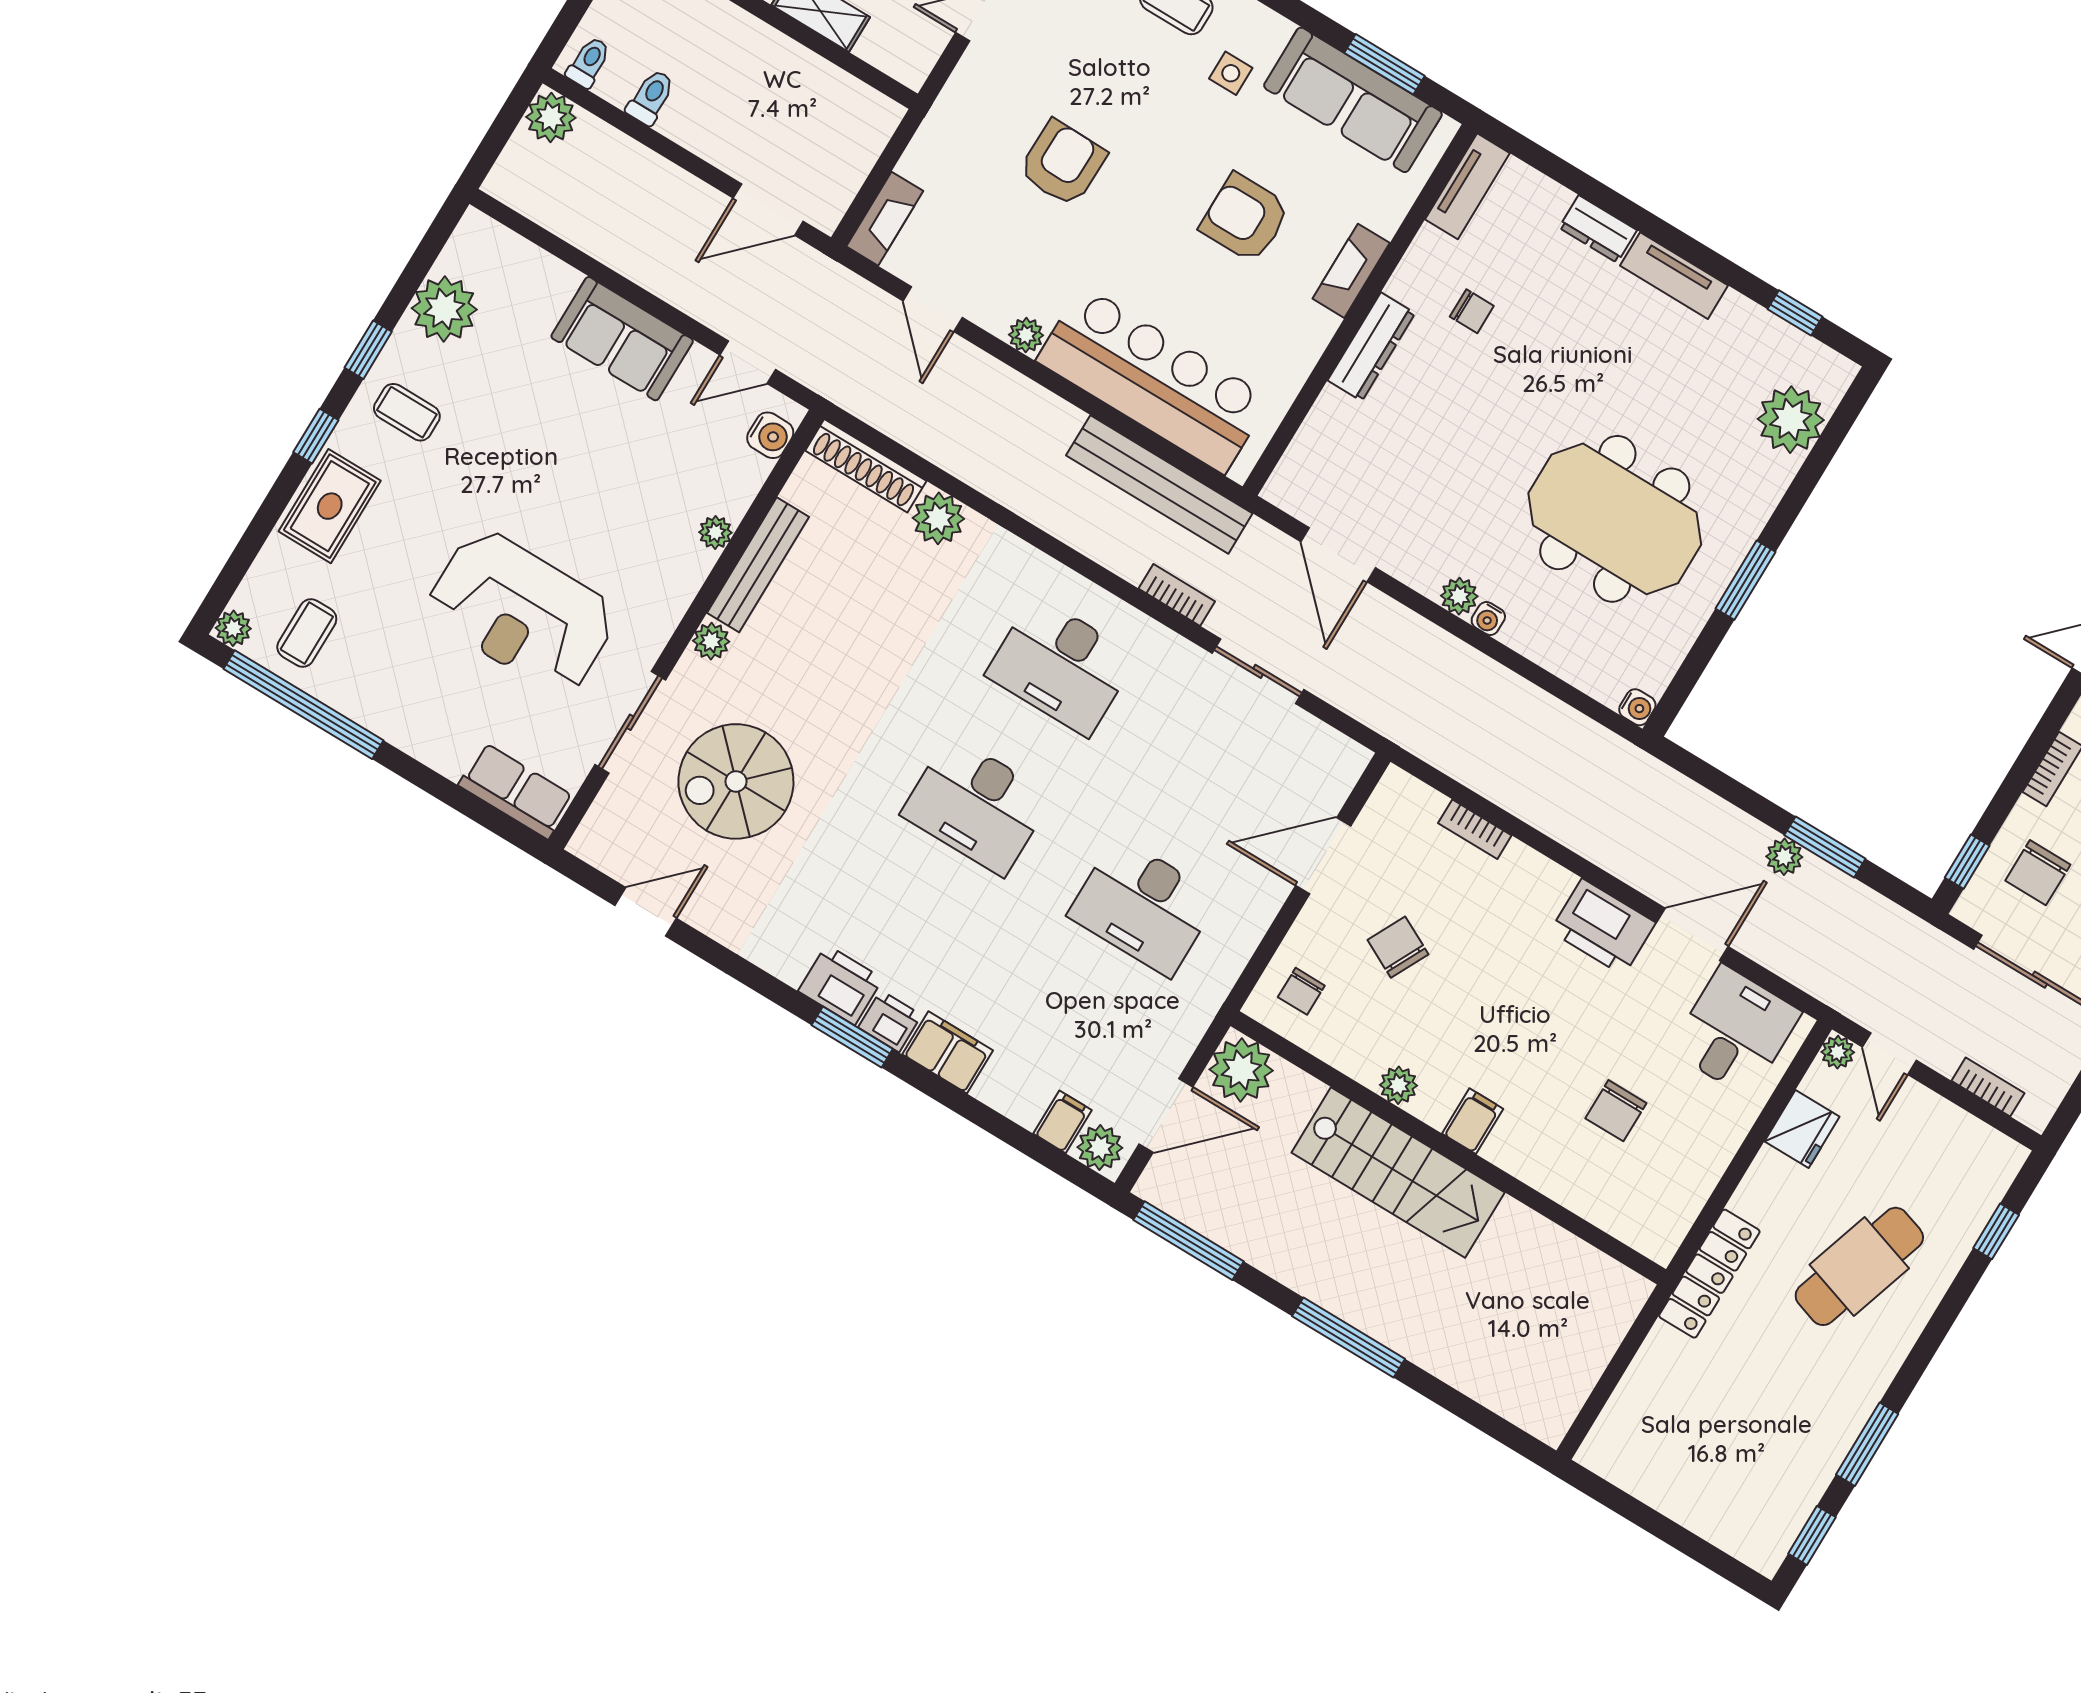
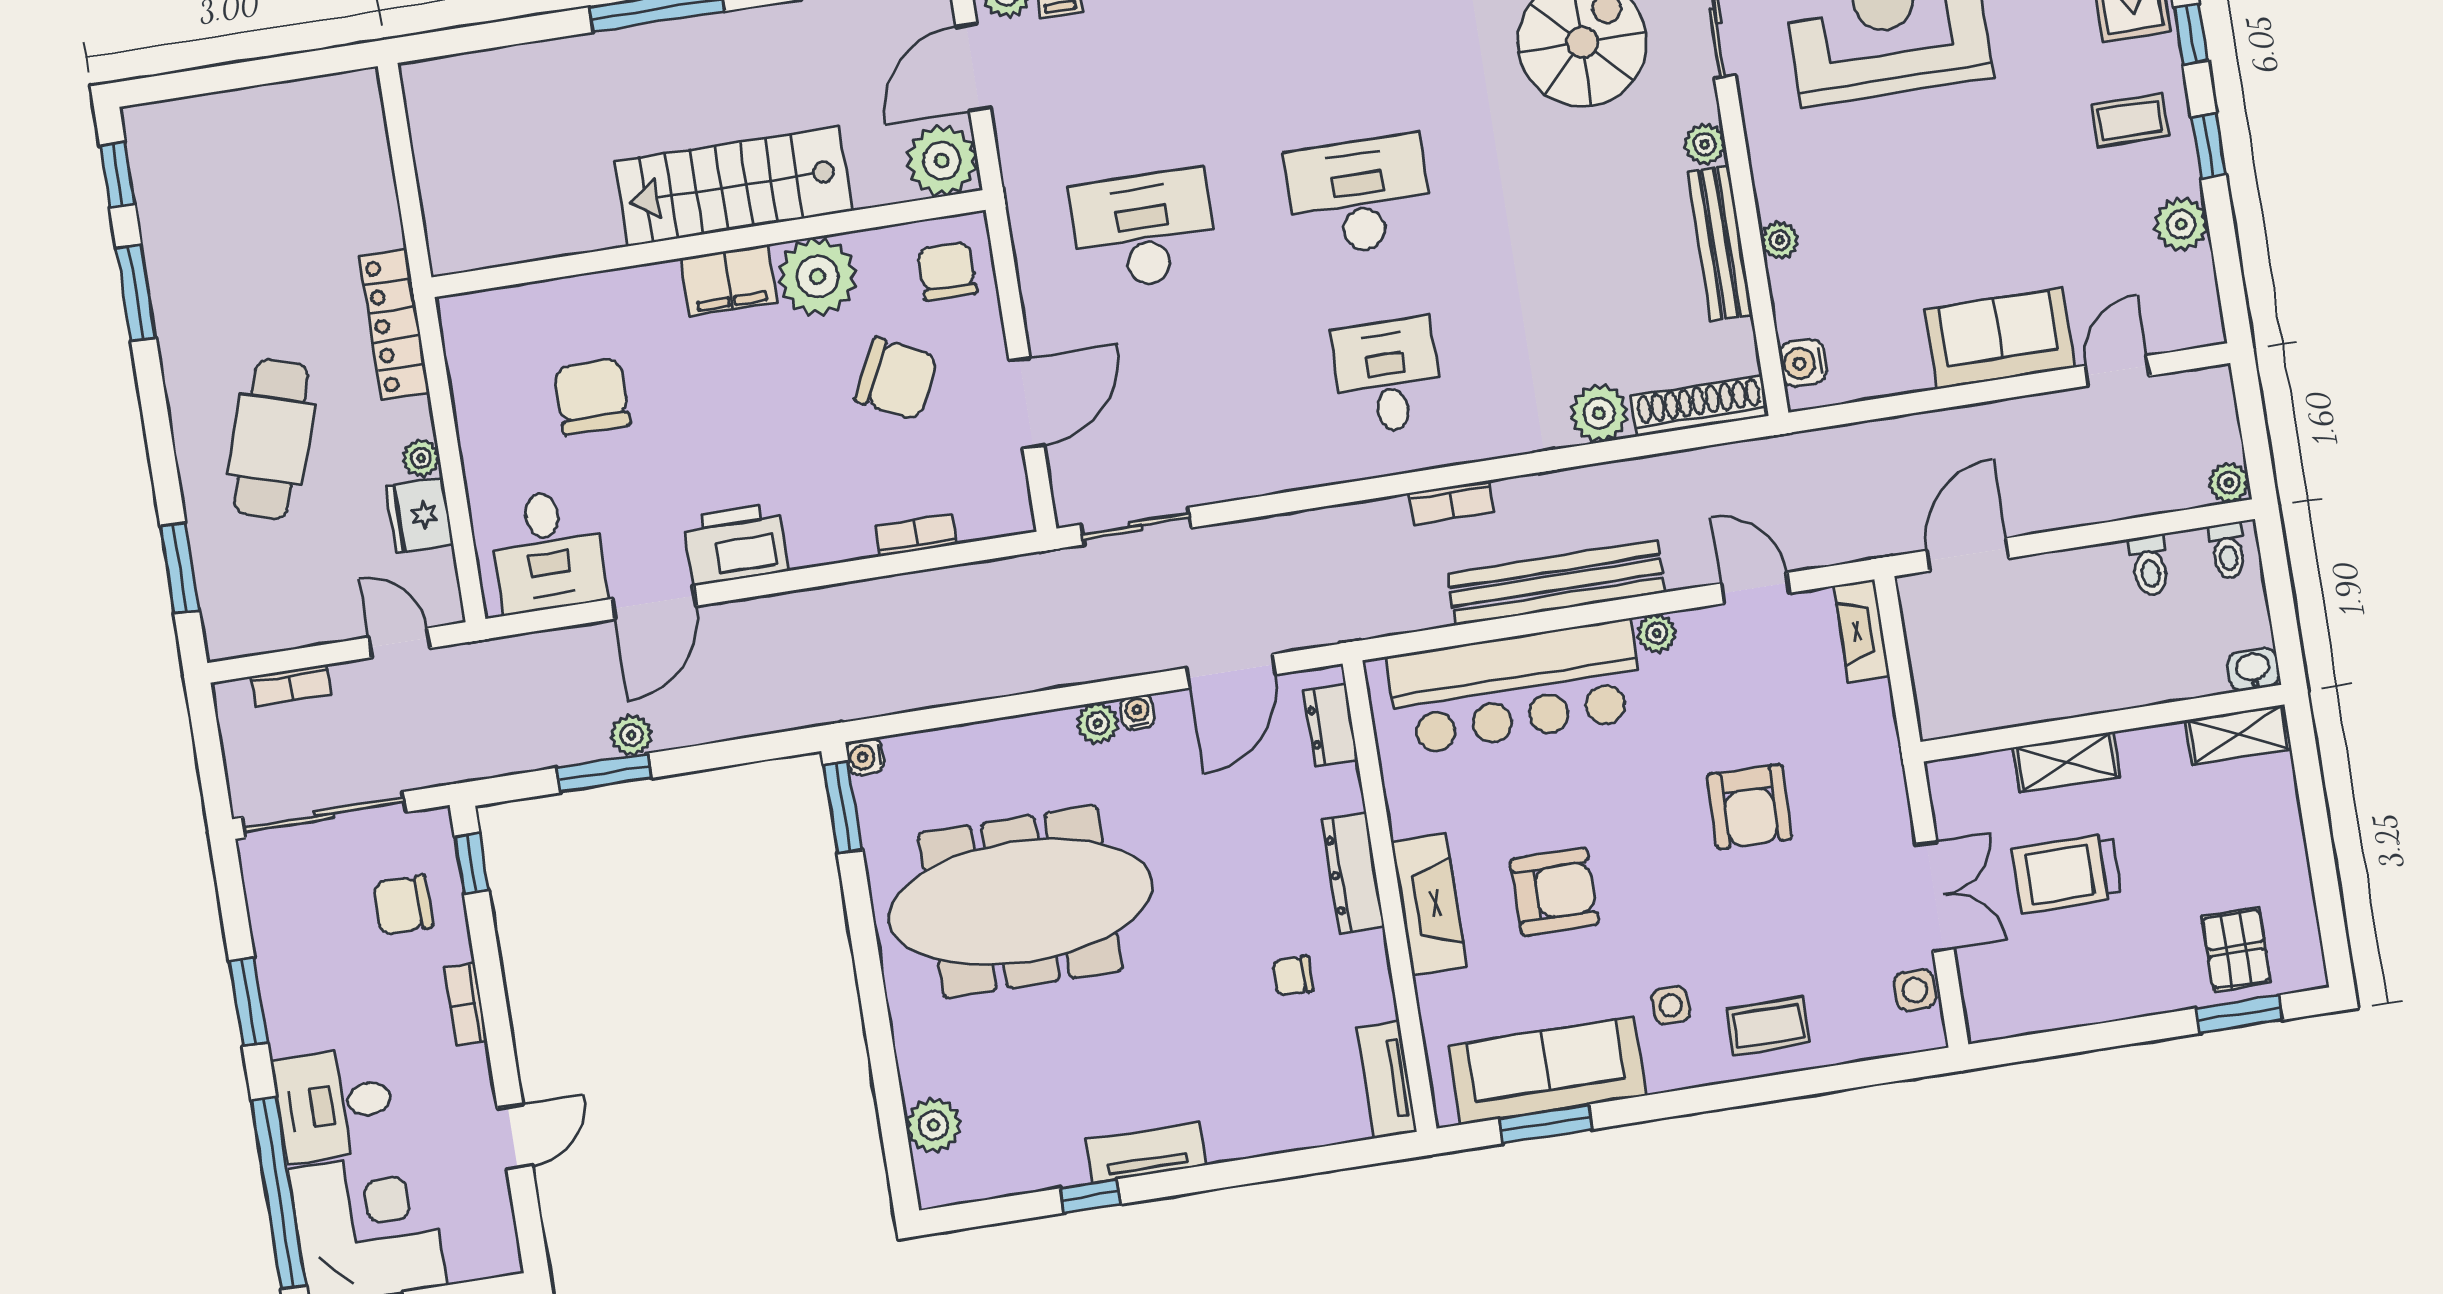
plant: (551, 117) -> (2229, 483), width x0.73, depth x0.73
dresser: (1598, 229) -> (1331, 725), moved, turned -90
fireplace: (1351, 271) -> (1429, 904), width x1.37, depth x1.32
plant: (444, 309) -> (2181, 224), width x0.73, depth x0.73
window: (1795, 313) -> (1090, 1196), moved
door: (748, 362) -> (2117, 371), moved
plant: (1791, 420) -> (934, 1125), width x0.73, depth x0.73
bench: (1159, 484) -> (1557, 583), moved
meeting table: (1615, 519) -> (1020, 902), width x1.36
door: (1338, 555) -> (1231, 671), swing flipped
window: (1746, 580) -> (843, 807), moved
bookcase: (1177, 595) -> (1451, 502), moved
water cooler: (1488, 619) -> (1137, 712), moved
desk: (1061, 666) -> (1388, 376), width x0.73
sliding door: (1258, 671) -> (1136, 526), moved
chair: (2038, 873) -> (403, 905), turned -90
chair: (1398, 947) -> (896, 379), width x1.37, depth x1.37
chair: (1301, 991) -> (947, 271), width x1.37, depth x1.37
plant: (1838, 1052) -> (421, 458), moved
plant: (1398, 1085) -> (817, 277), width x1.87, depth x1.87
chair: (1616, 1111) -> (592, 396), width x1.37, depth x1.37
filing cabinet: (1473, 1121) -> (729, 280), width x2.00
window: (1996, 1231) -> (180, 568), width x1.50

